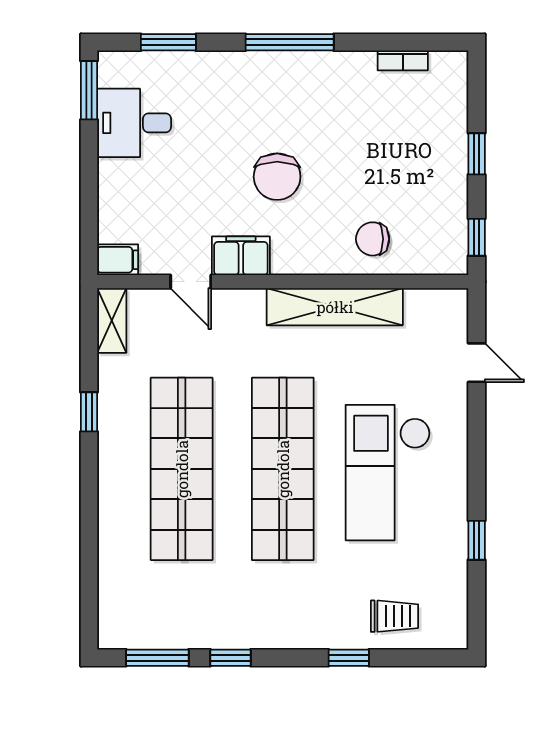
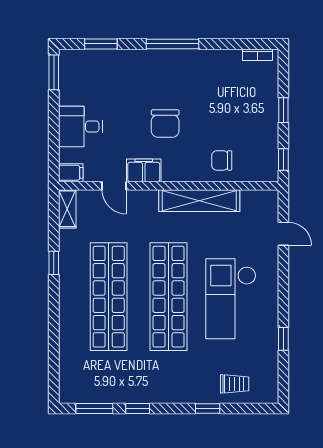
bookcase: (403, 60) -> (258, 55), moved
desk: (134, 123) -> (80, 126), moved

